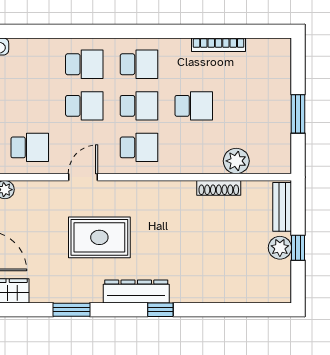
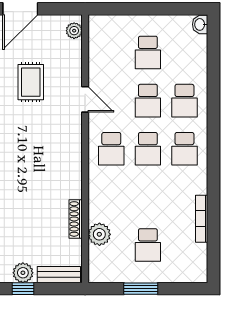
school desk: (194, 106) -> (148, 245), moved
school desk: (30, 147) -> (148, 52), moved
rug: (99, 237) -> (31, 82), moved, width x0.73, depth x0.70

